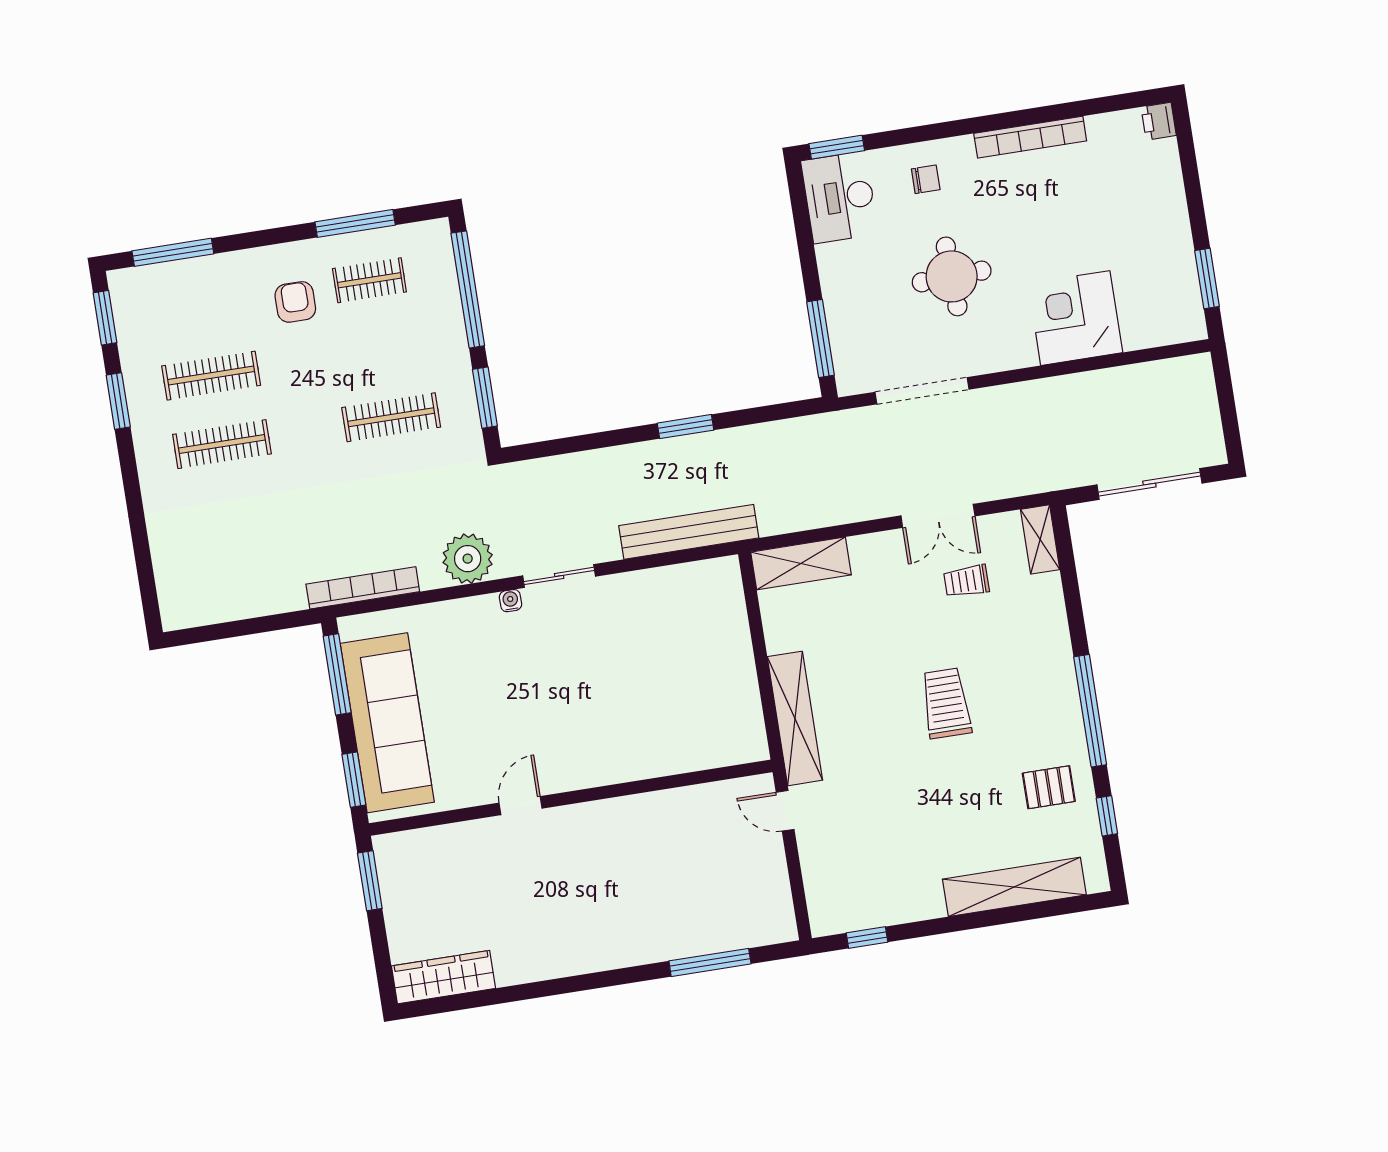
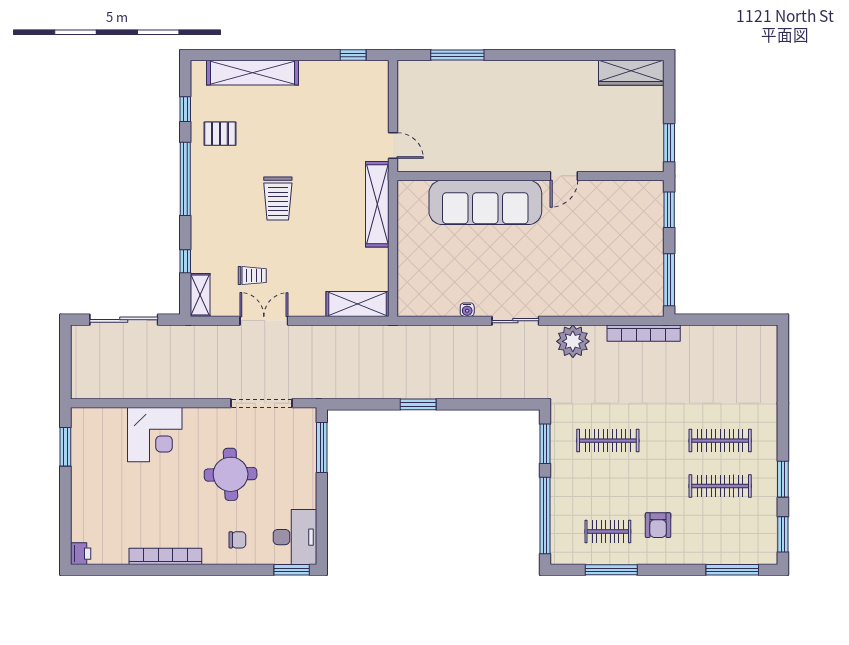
chair: (926, 179) -> (237, 540), turned 180
bench: (689, 532) -> (427, 336), removed
window: (1071, 587) -> (185, 261), added
water cooler: (510, 601) -> (467, 310), moved
sofa: (387, 723) -> (485, 202), moved, turned -90

